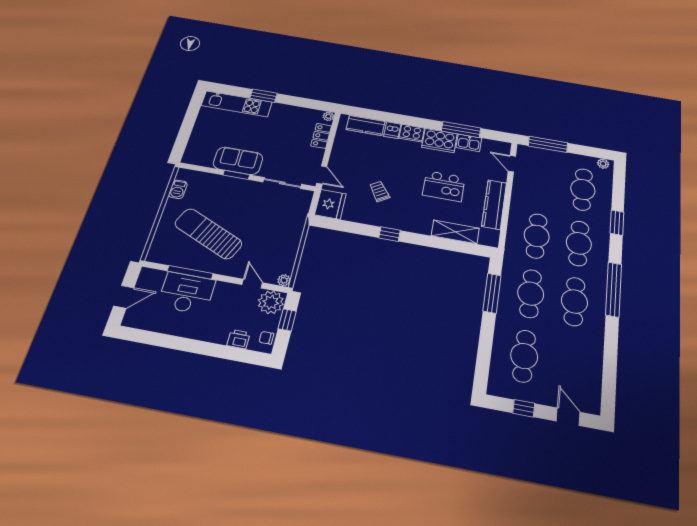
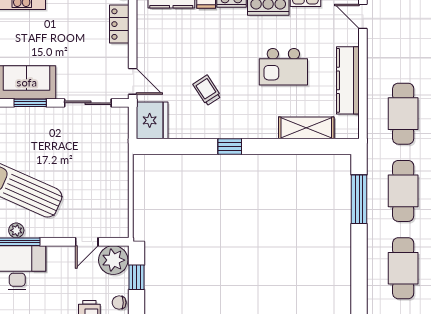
plant: (284, 280) -> (16, 230), moved
door: (252, 284) -> (87, 242), swing flipped

